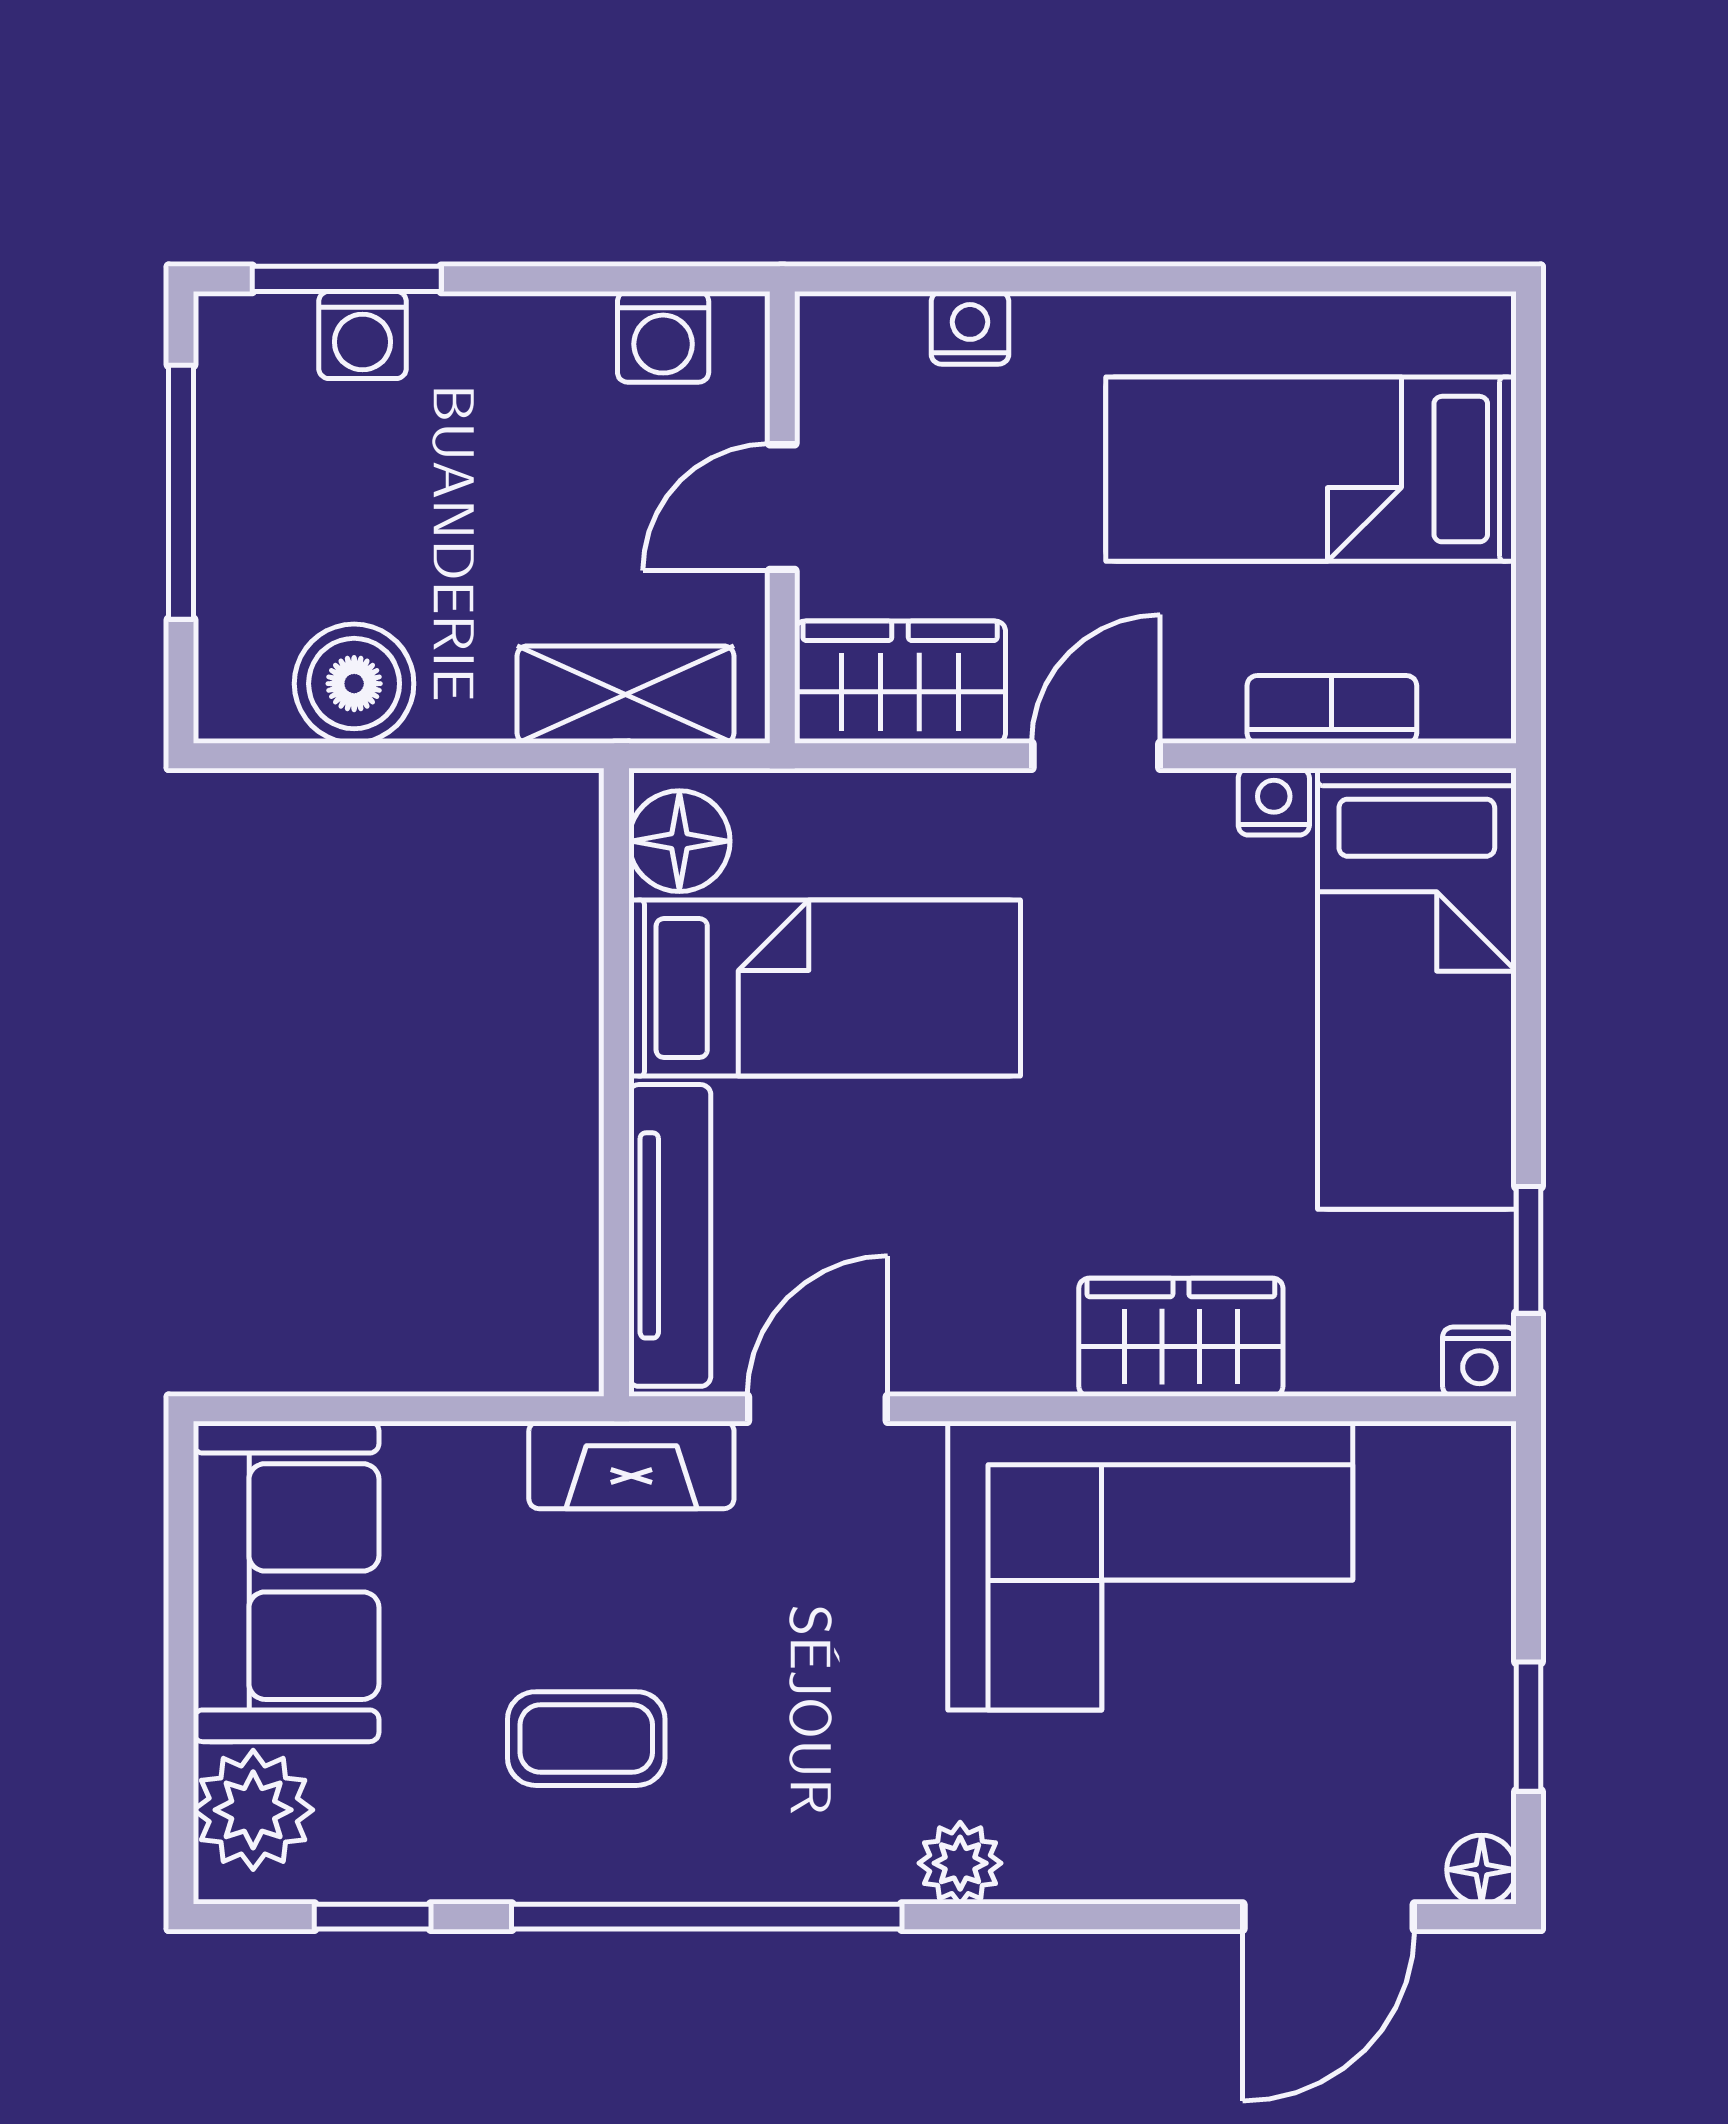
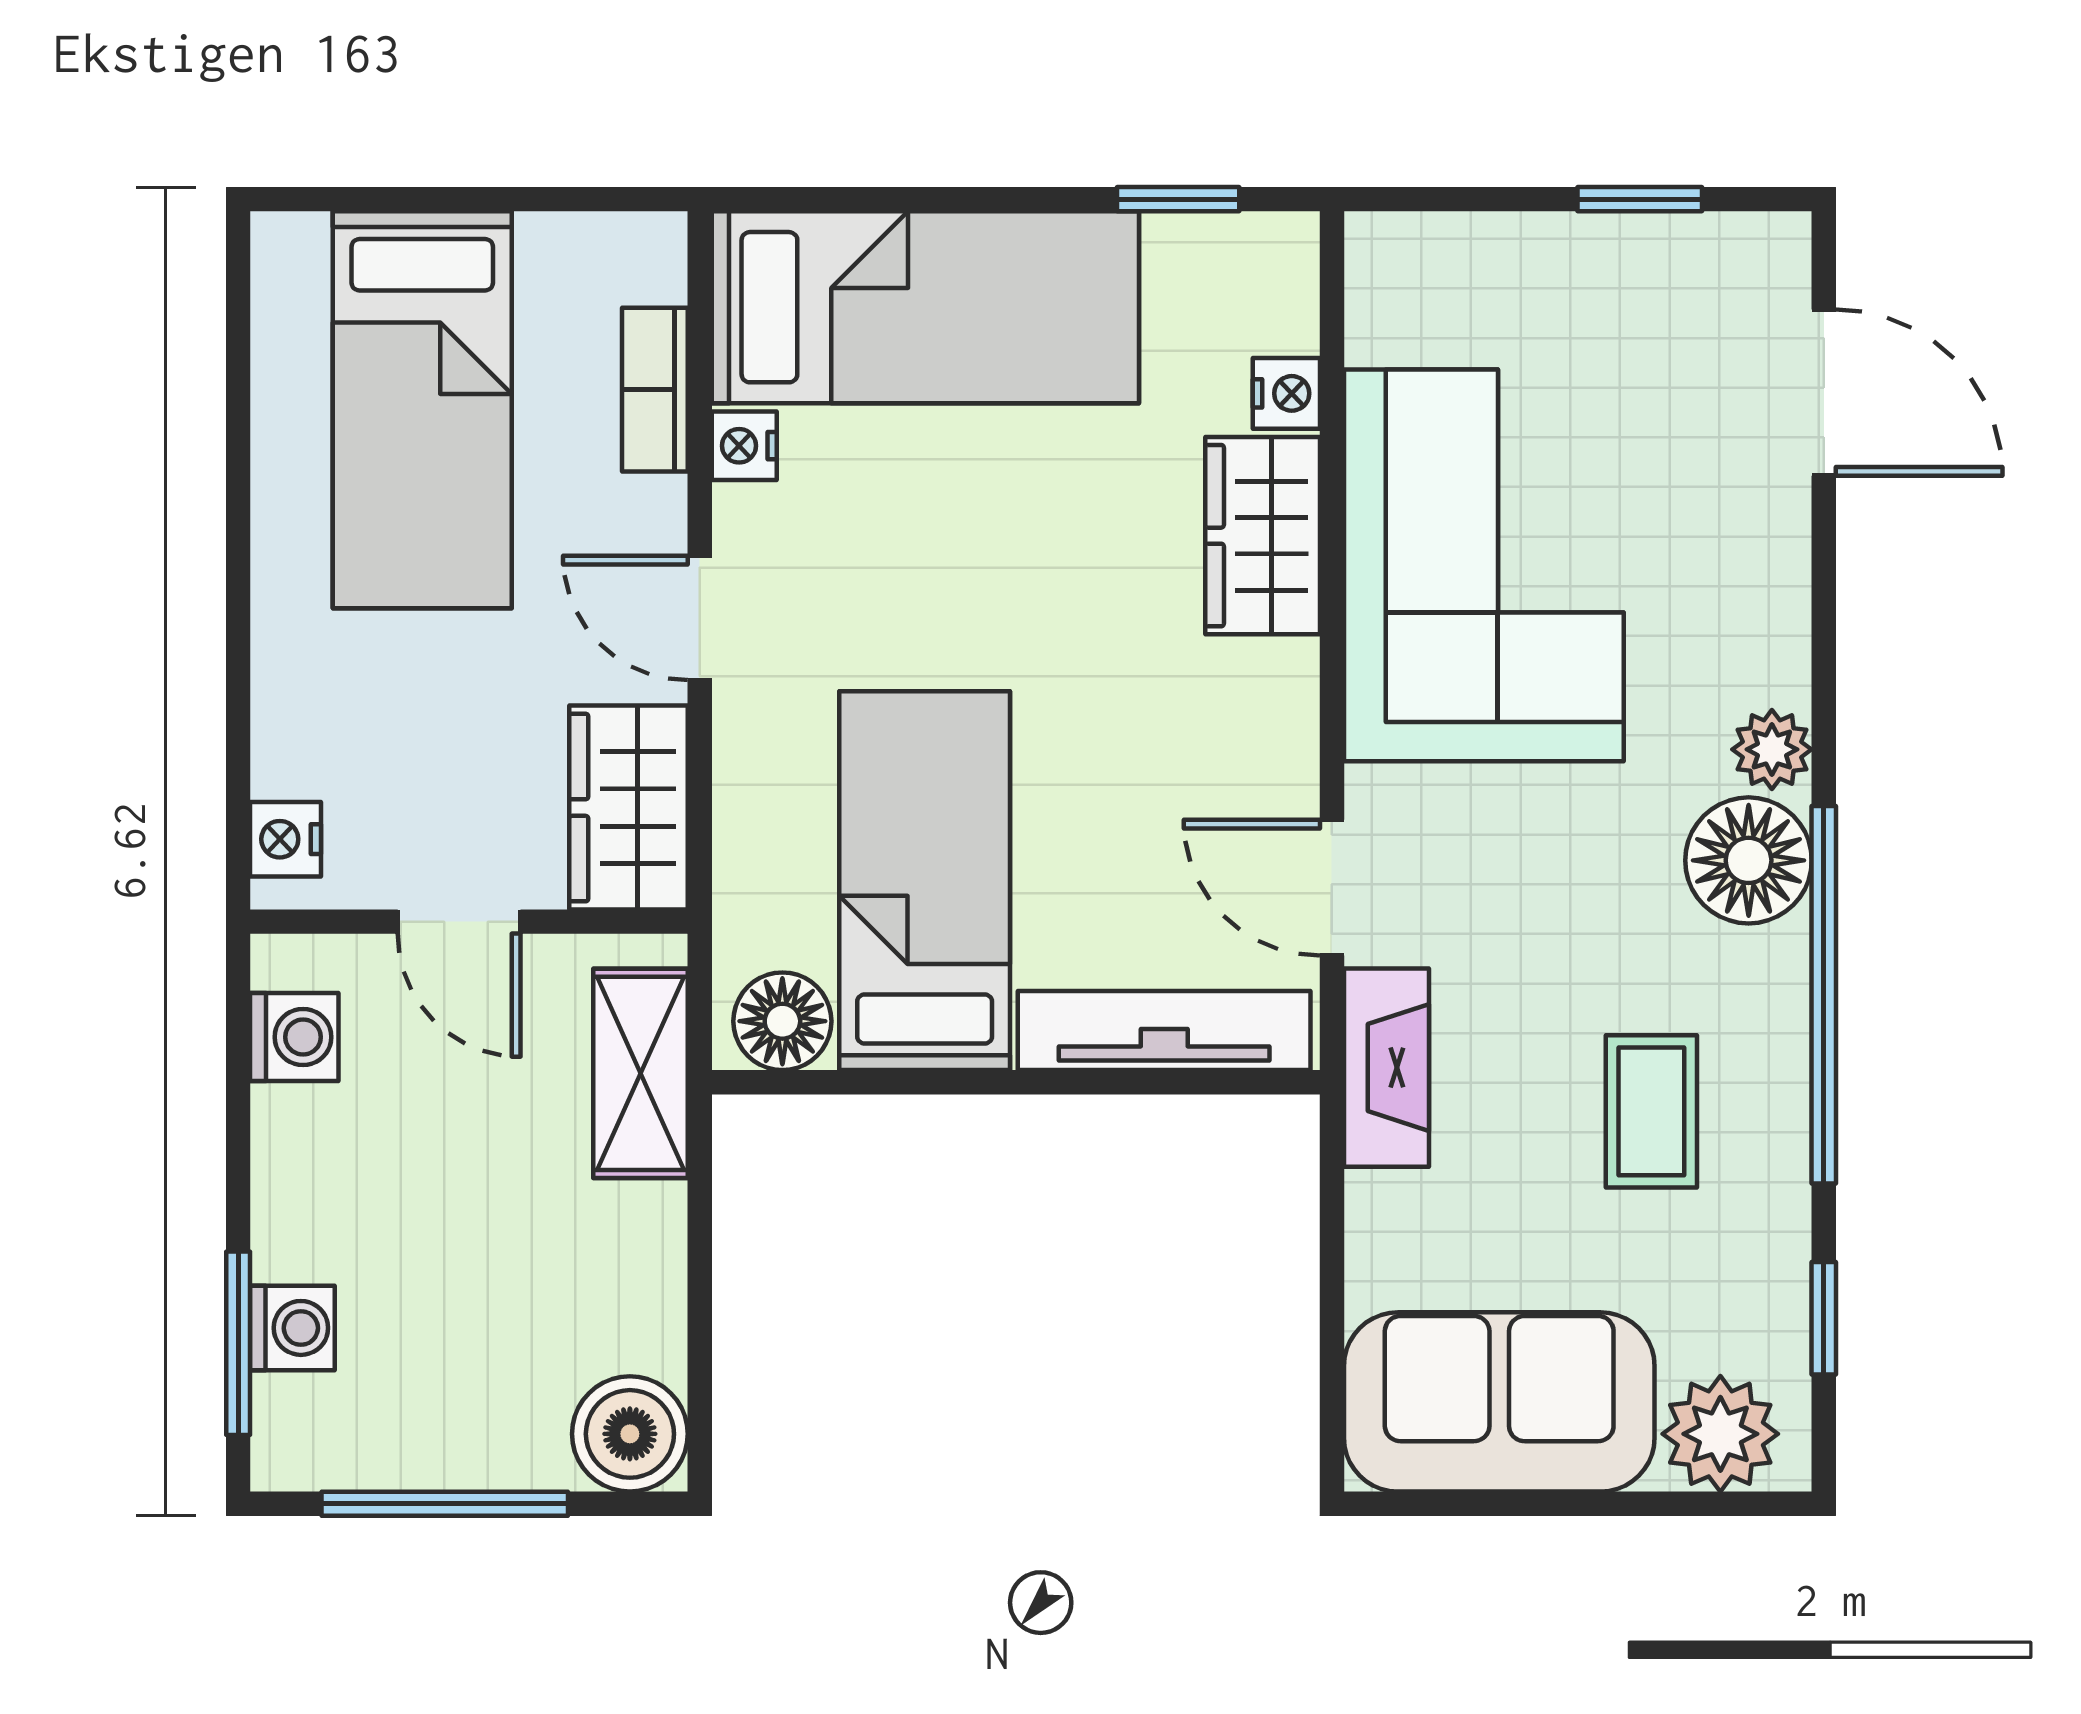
nightstand: (970, 328) -> (285, 839), moved
boiler: (354, 684) -> (630, 1434), moved
nightstand: (1479, 1362) -> (1286, 393), moved
floor lamp: (1482, 1870) -> (1749, 860), moved, width x1.89, depth x1.89

